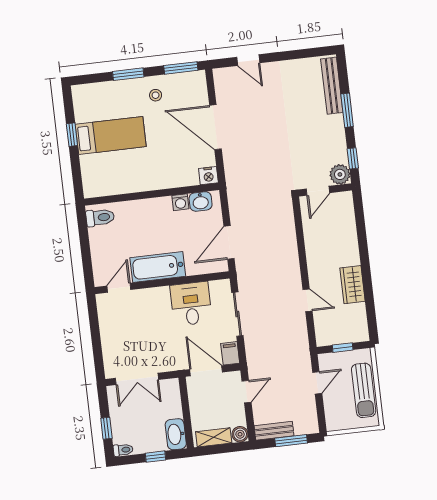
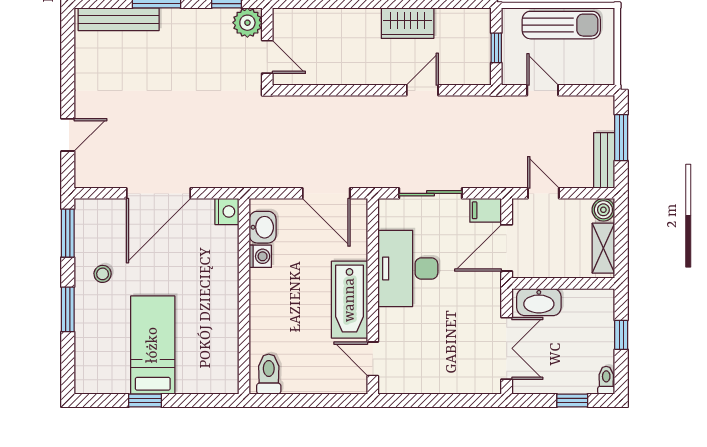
desk: (191, 304) -> (408, 268), width x1.37
washbasin: (176, 434) -> (539, 302), moved

